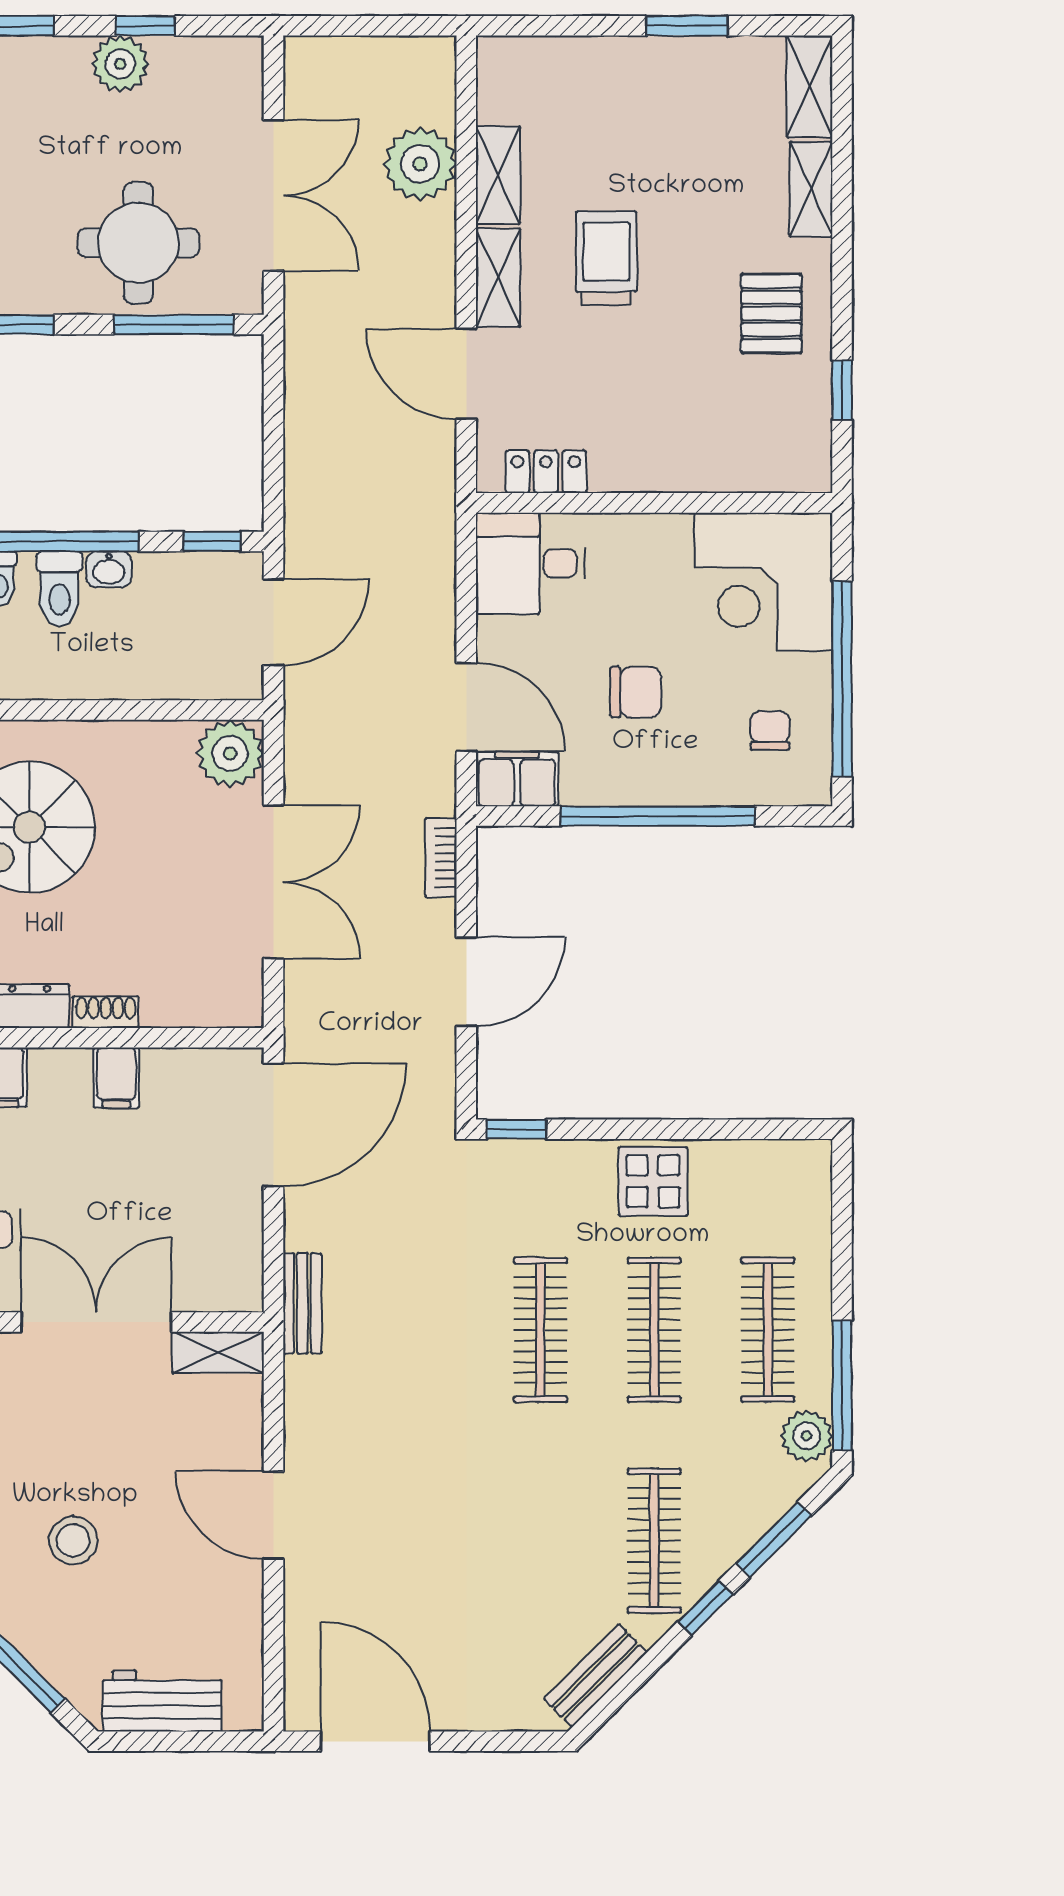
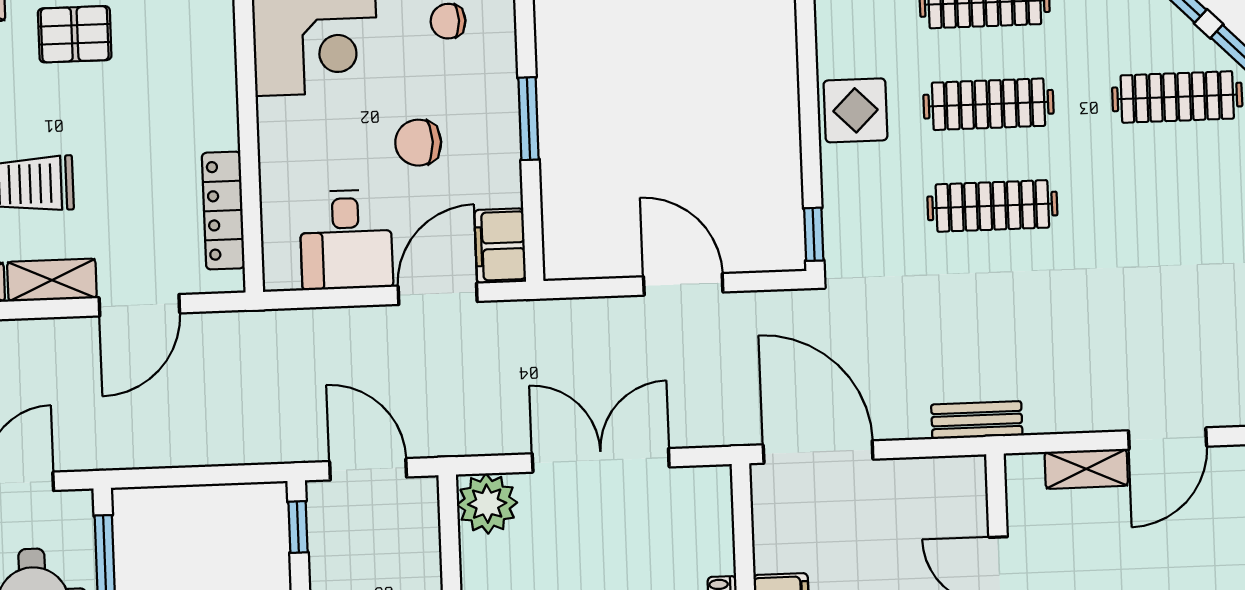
locker: (546, 472) -> (223, 211), width x1.53
desk: (531, 563) -> (346, 240), moved
chair: (636, 692) -> (418, 143), turned -90
window: (658, 816) -> (528, 119), width x0.47
bookcase: (441, 858) -> (573, 311), removed
shelving: (218, 1352) -> (1086, 469), moved, turned 90

